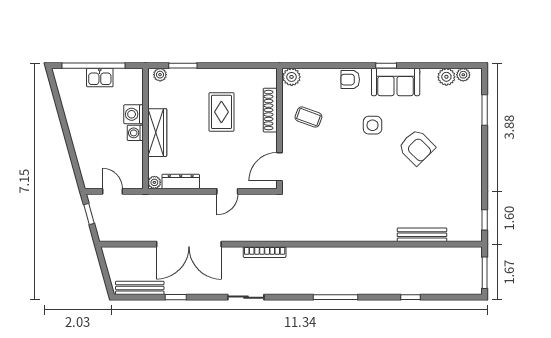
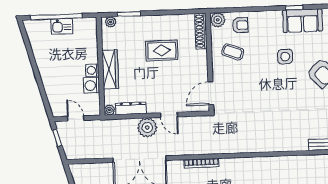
armchair: (350, 80) -> (240, 25), moved, turned 180
shoe rack: (270, 110) -> (201, 31), moved
rug: (221, 112) -> (162, 50), turned 90
washing machine: (133, 114) -> (91, 85), moved
door: (227, 191) -> (169, 115), hinge flipped
plant: (200, 206) -> (147, 128), added

